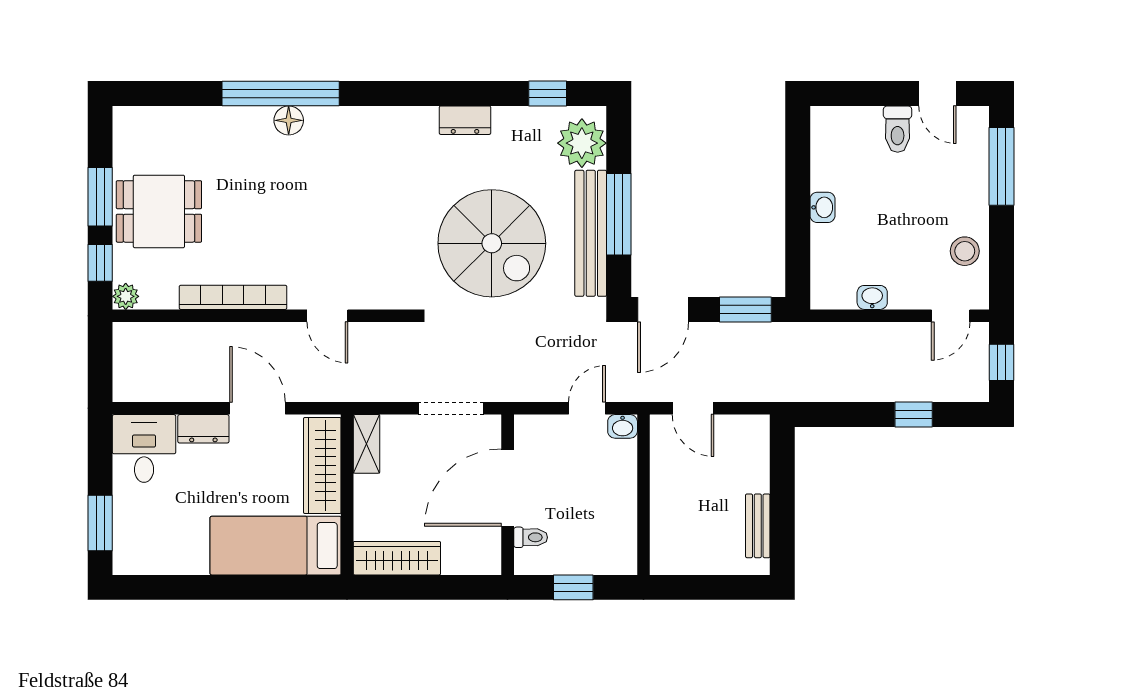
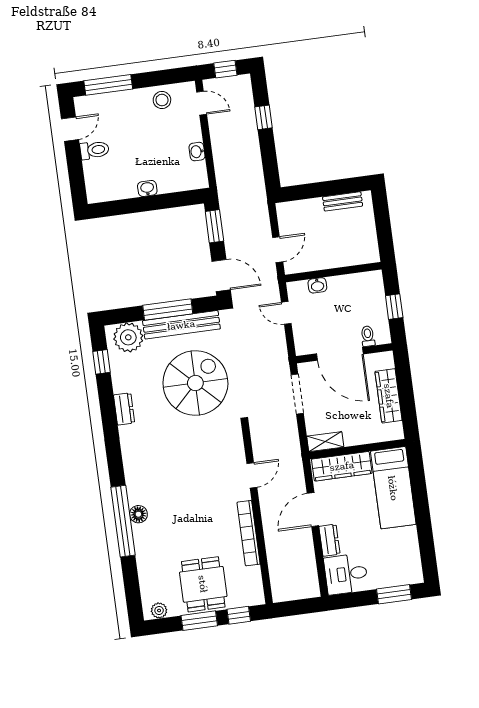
plant: (126, 296) -> (159, 610), moved
washbasin: (623, 426) -> (317, 285), moved, turned 90
wardrobe: (397, 558) -> (389, 396), moved

